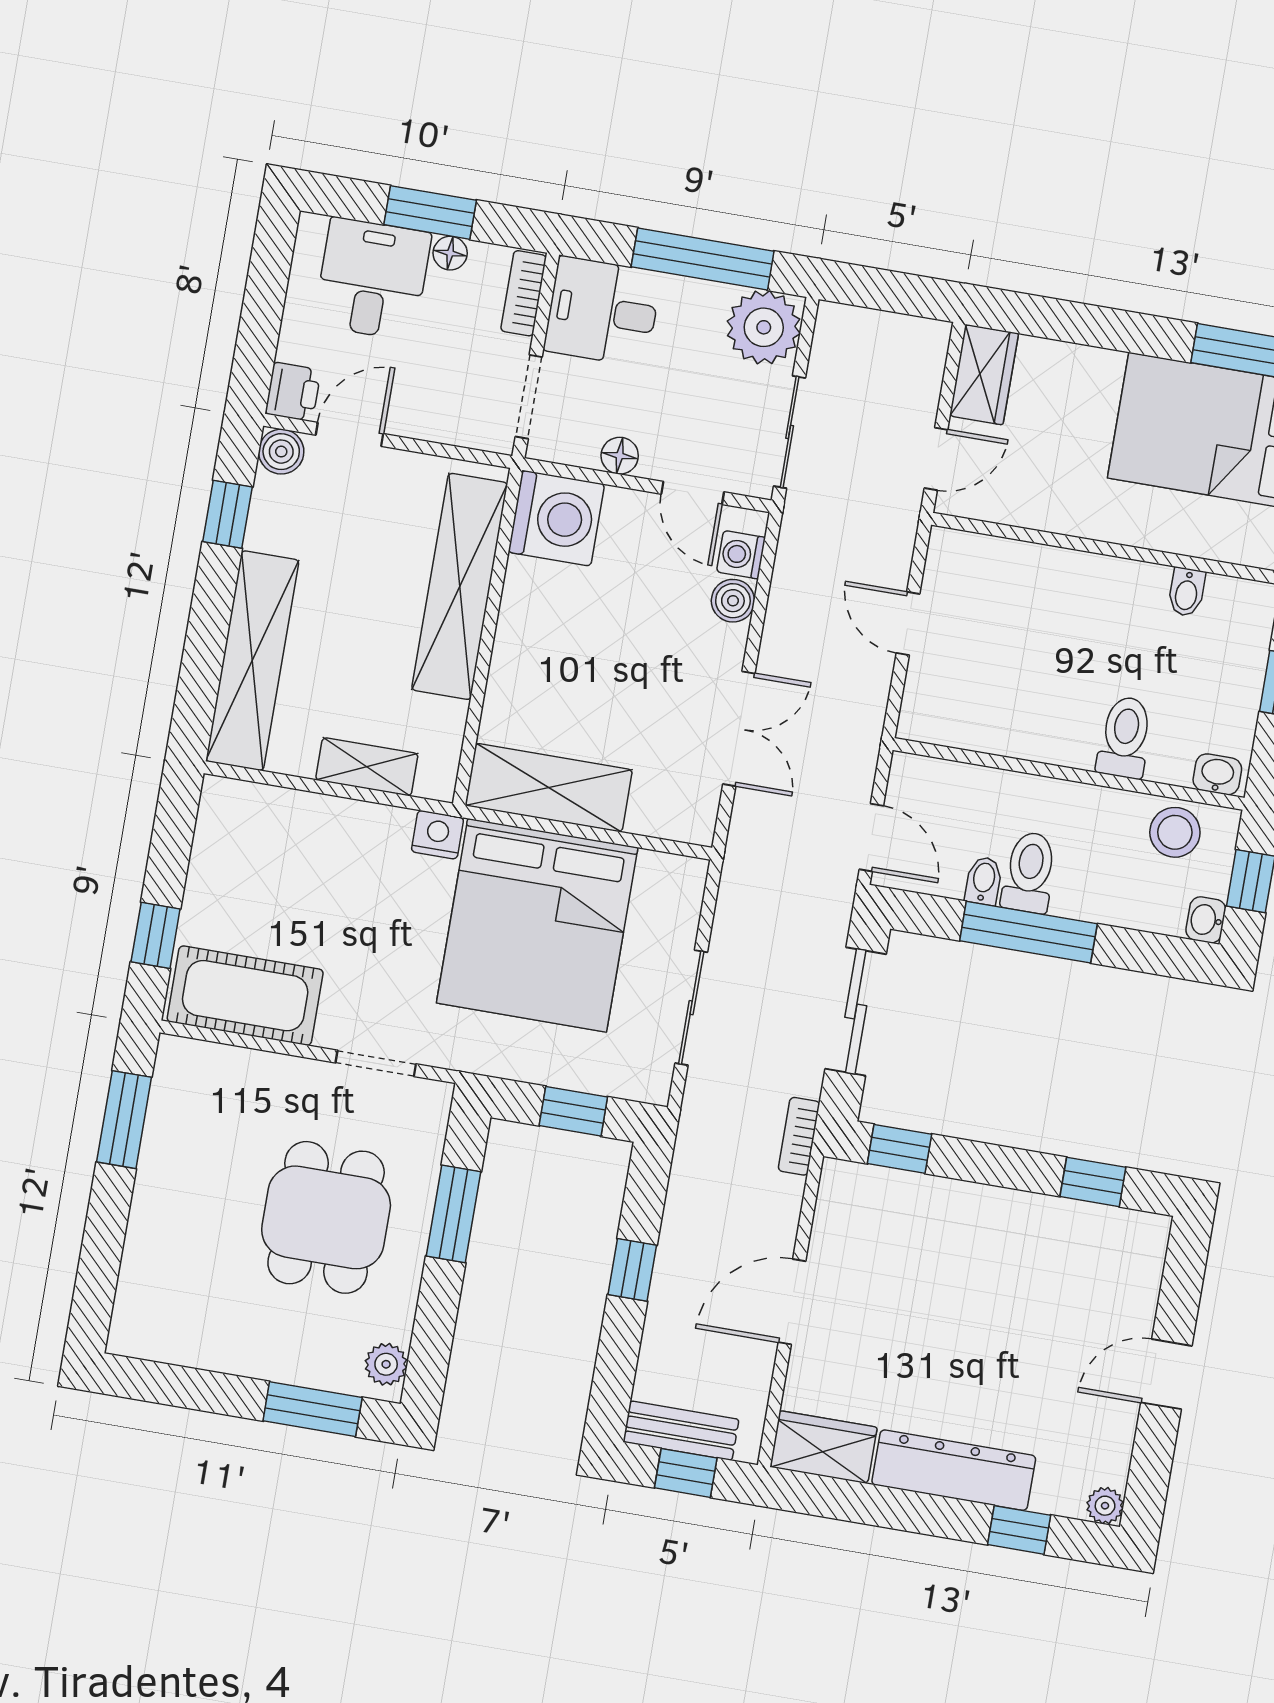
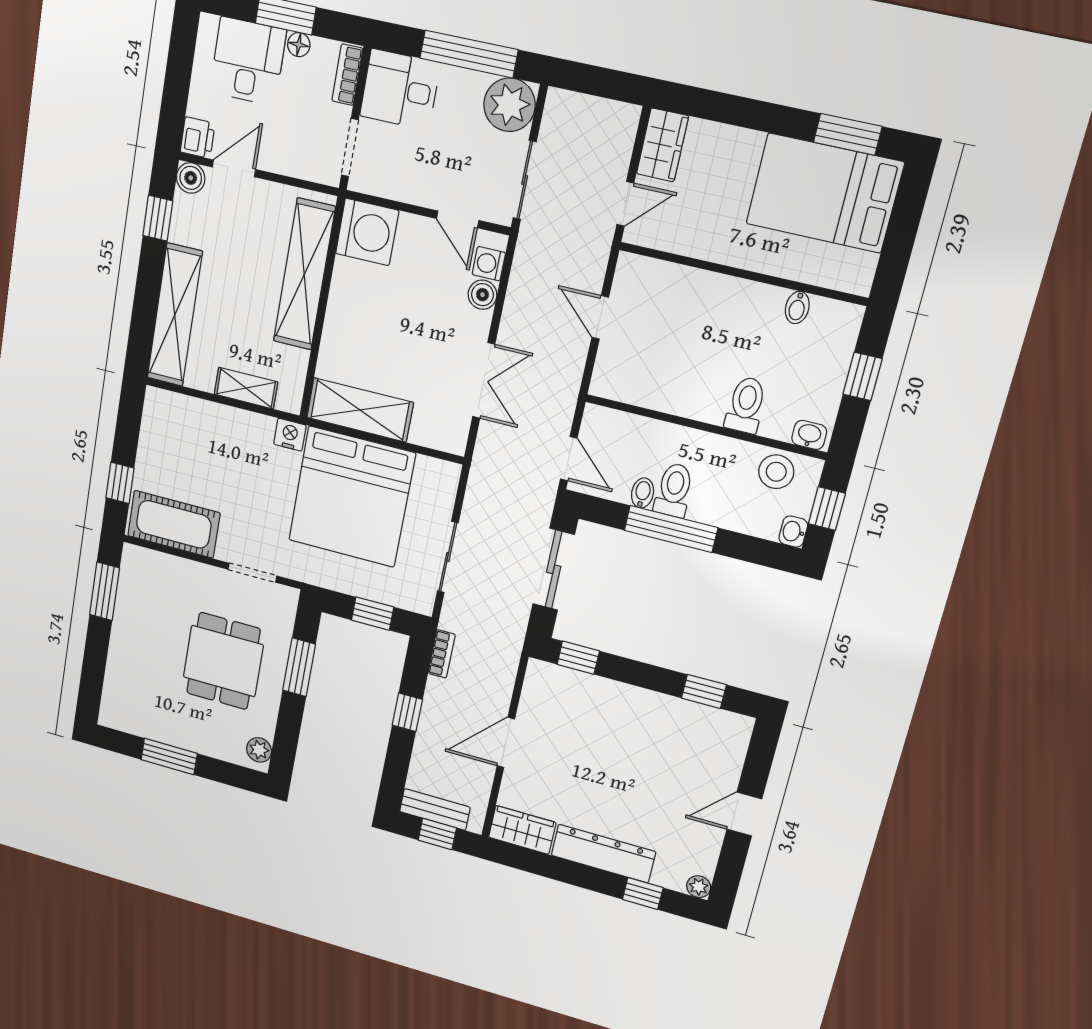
floor lamp: (620, 456) -> (410, 191), removed
bookcase: (799, 1136) -> (442, 654), moved, turned 180
window: (313, 1409) -> (169, 756), moved

